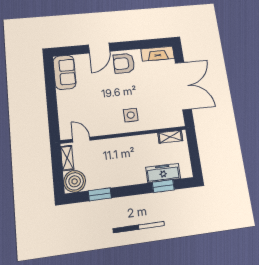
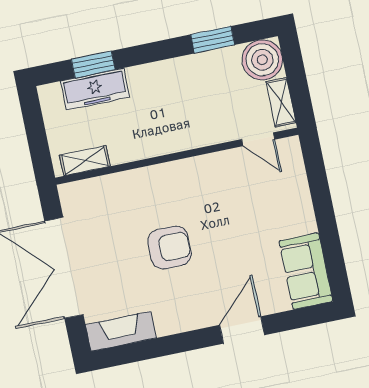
armchair: (124, 63) -> (170, 247), moved
side table: (131, 115) -> (166, 197), removed

